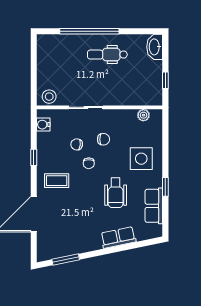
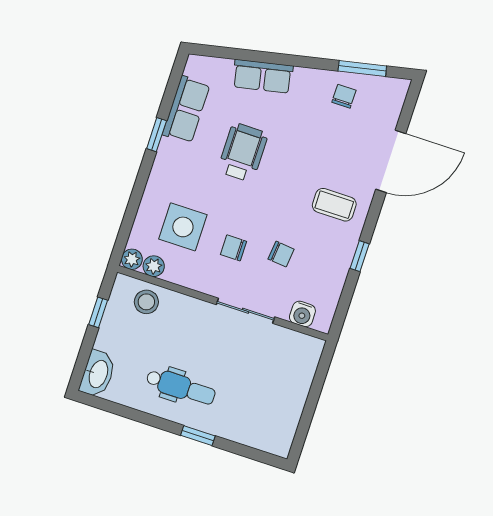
window: (89, 31) -> (198, 436), width x0.32
stool: (49, 97) -> (146, 302), moved
plant: (157, 115) -> (132, 259), added
water cooler: (43, 125) -> (302, 314), moved, turned 90
side table: (141, 159) -> (183, 227), moved
chair: (89, 163) -> (344, 96), moved

